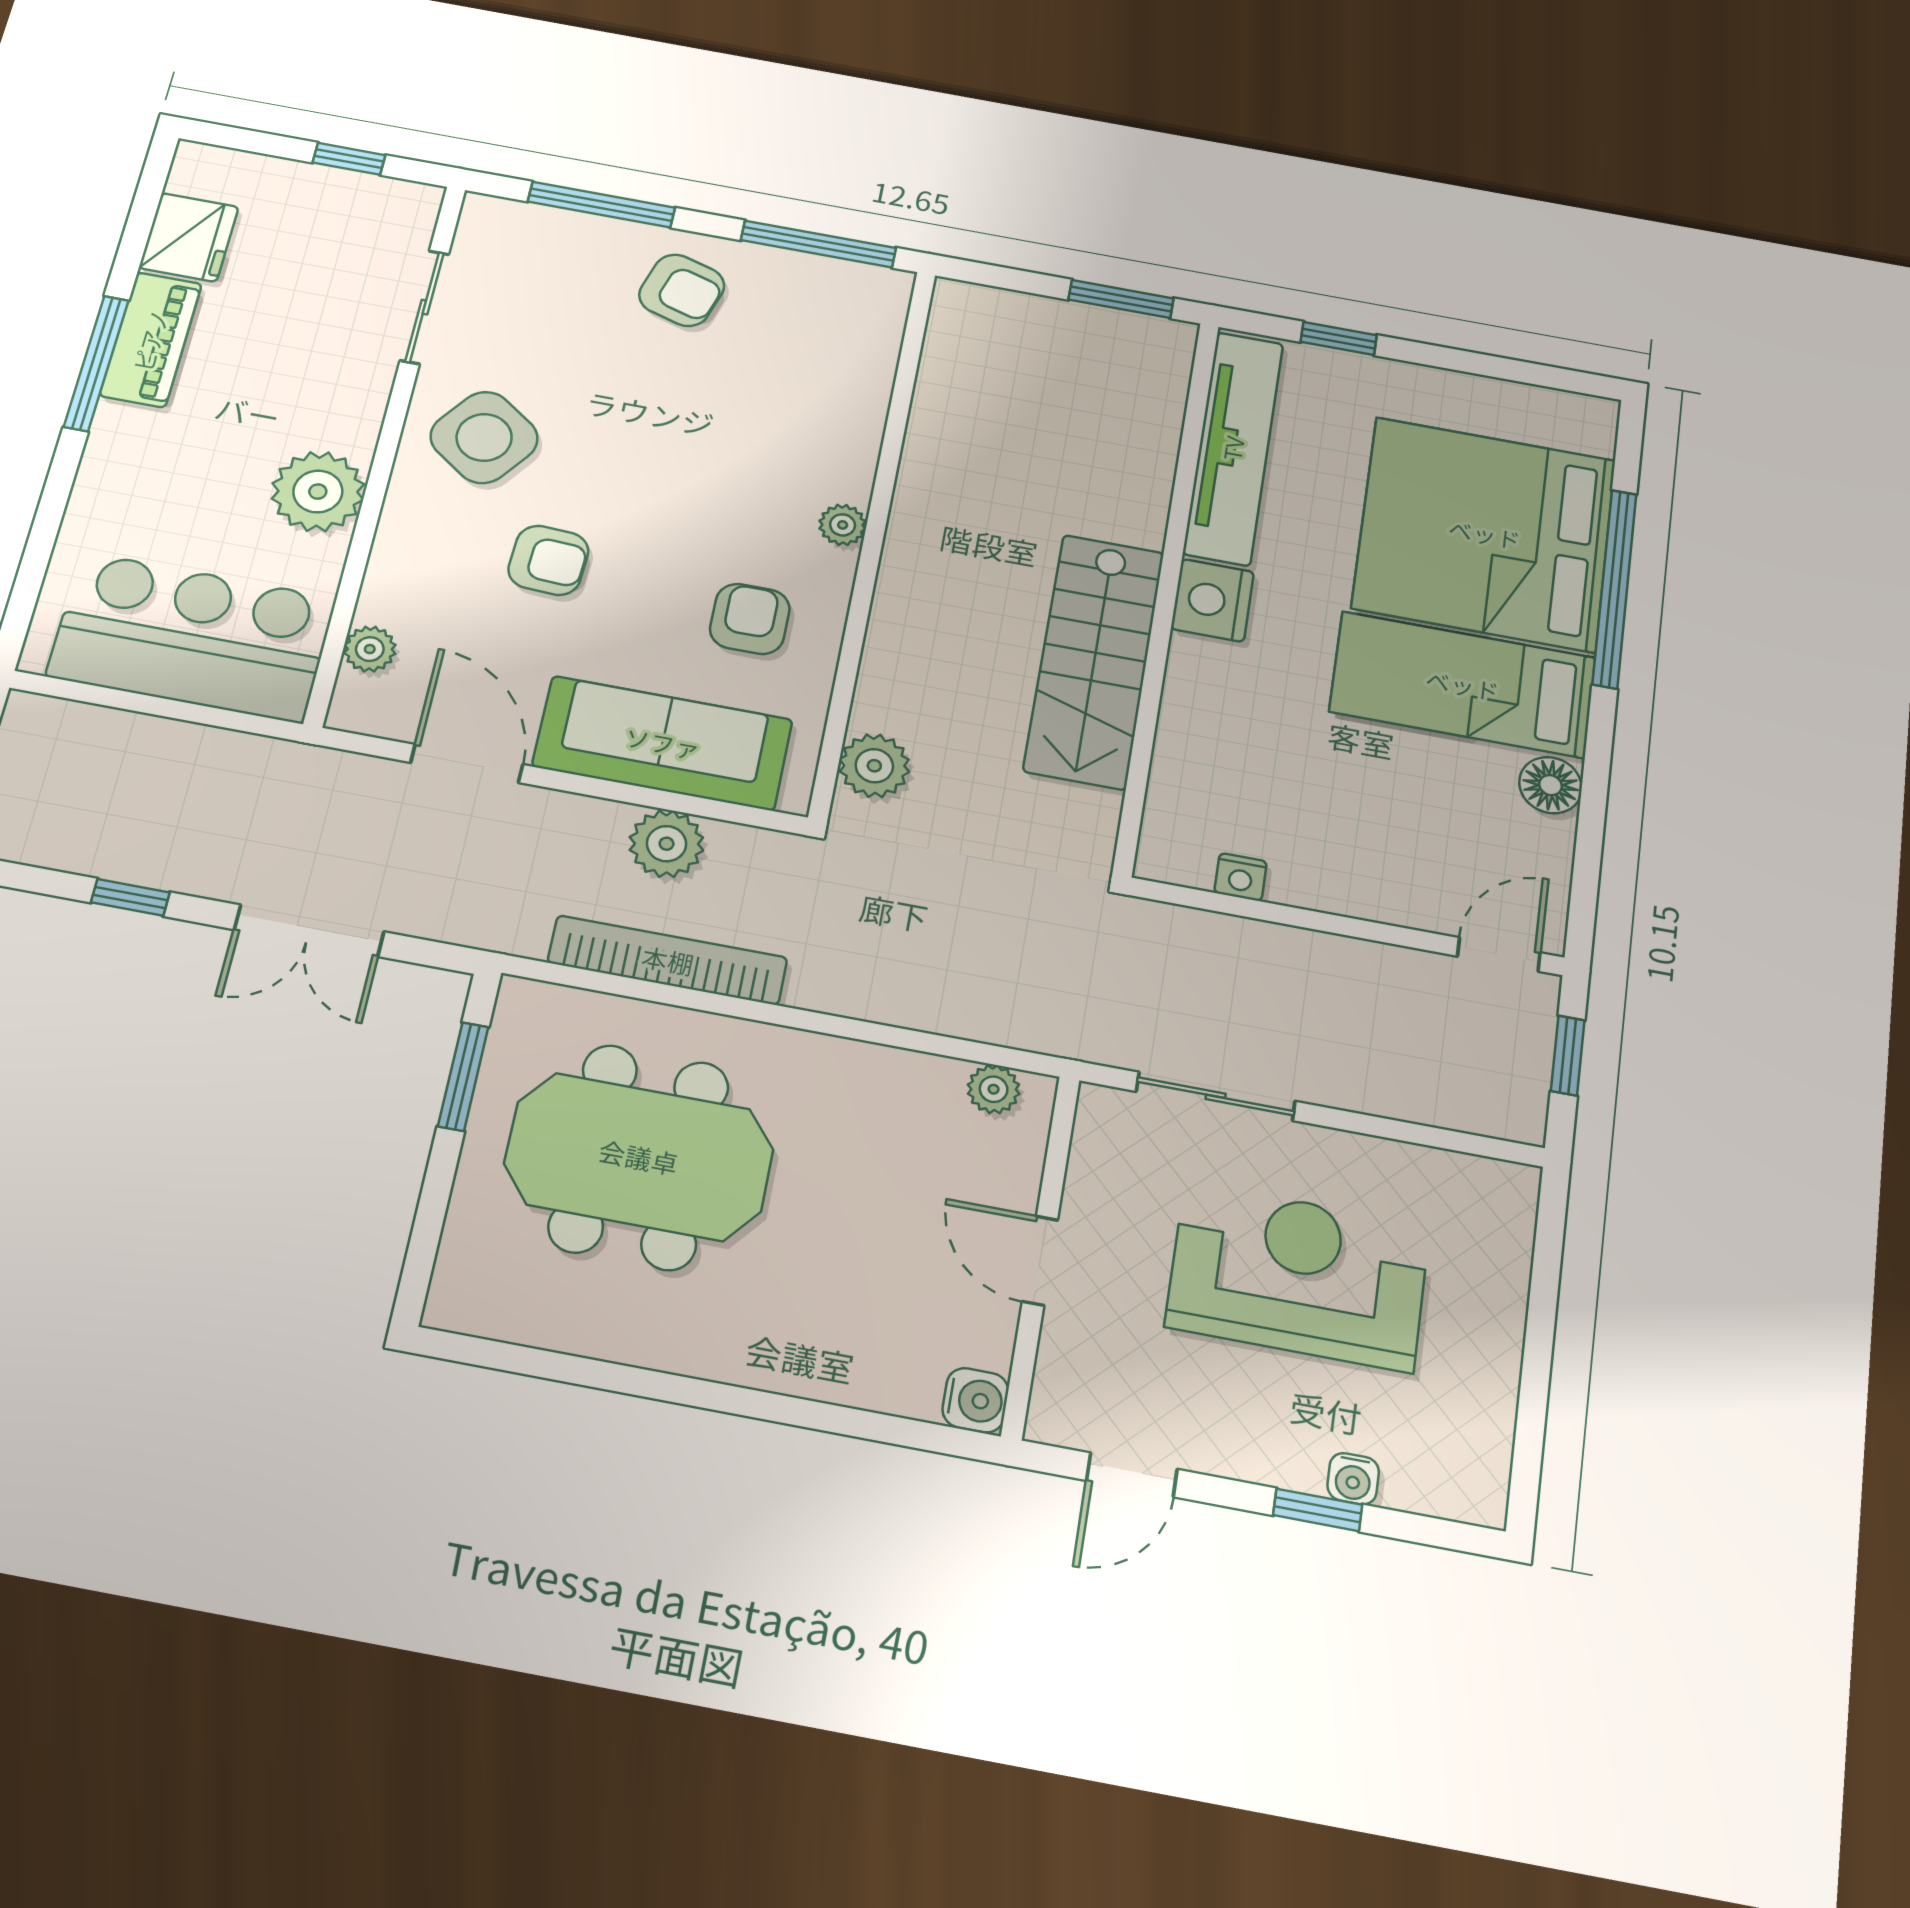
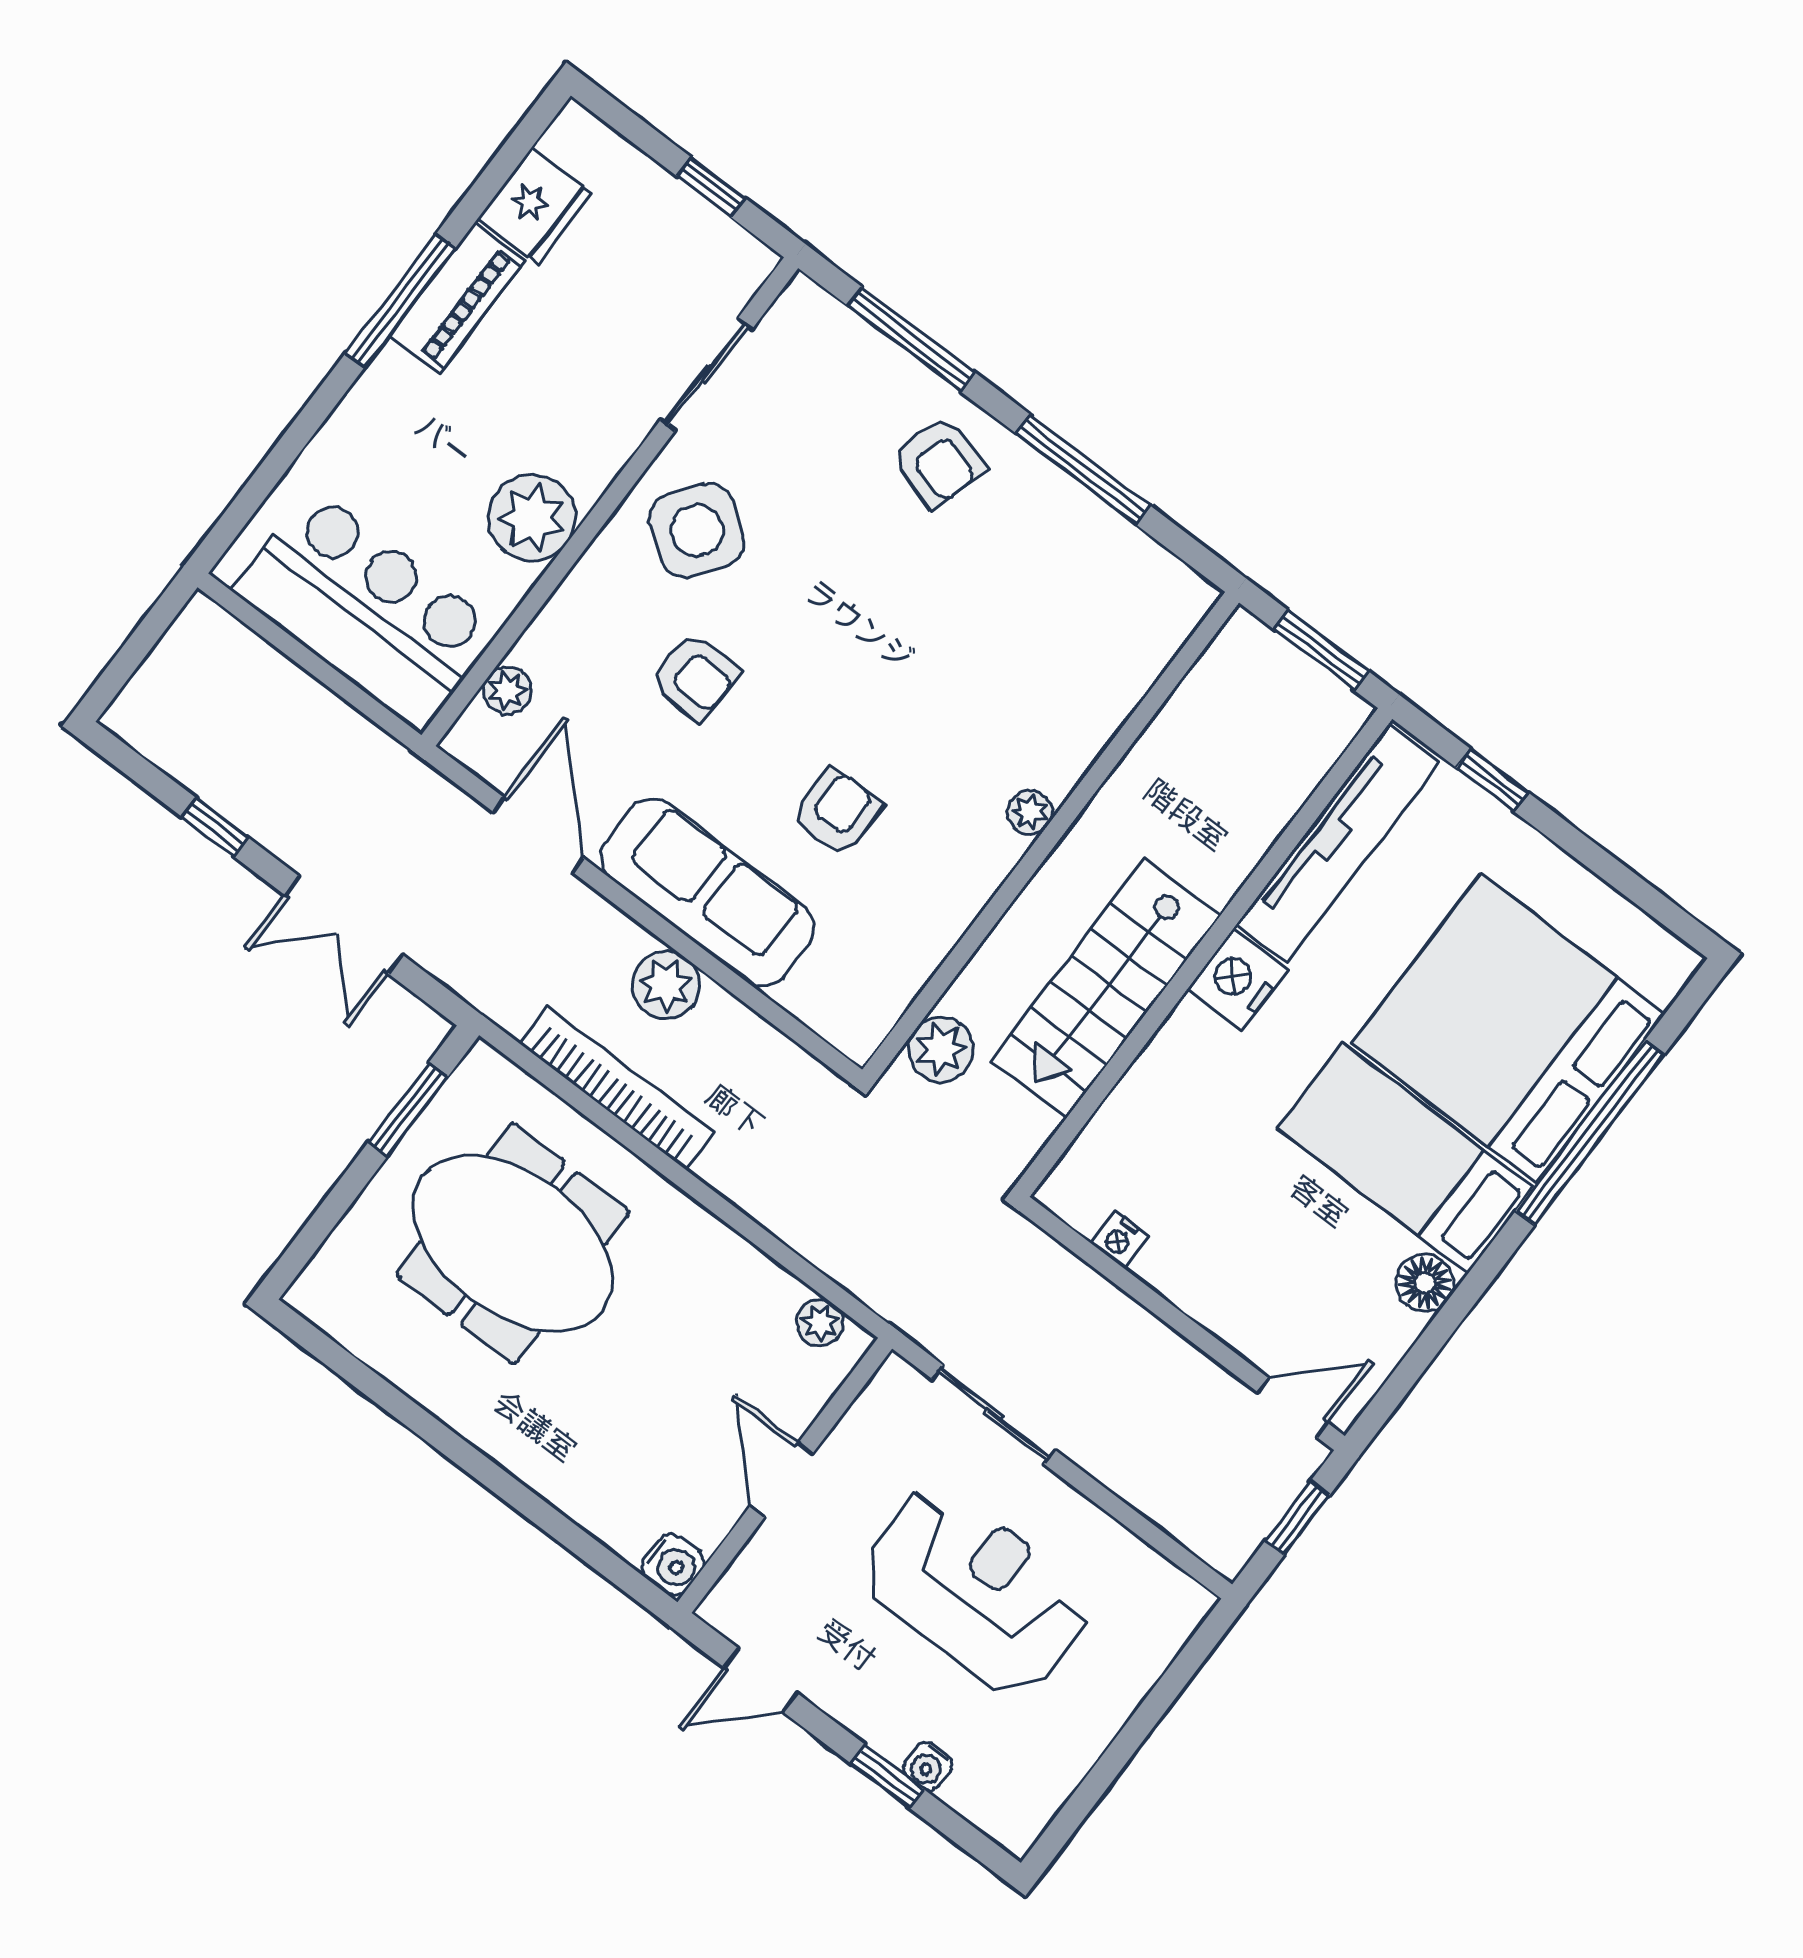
plant: (843, 525) -> (1030, 812), moved
wall: (874, 537) -> (1051, 836), moved
plant: (874, 766) -> (941, 1049), moved

